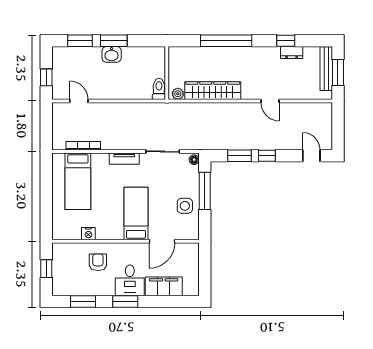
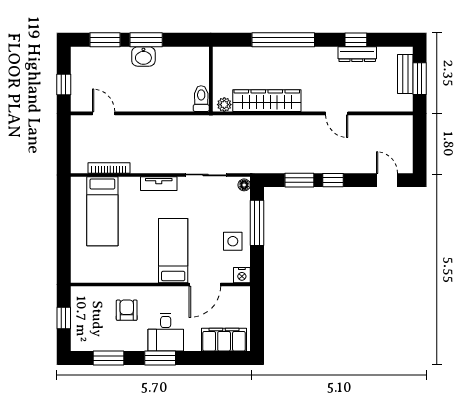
dresser: (292, 52) -> (357, 54), width x1.44
bench: (326, 69) -> (405, 74), width x0.73
nightstand: (88, 234) -> (242, 275), moved
filing cabinet: (164, 286) -> (224, 340), moved

